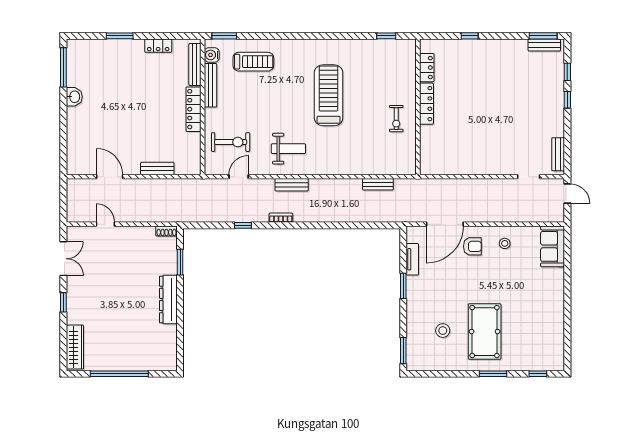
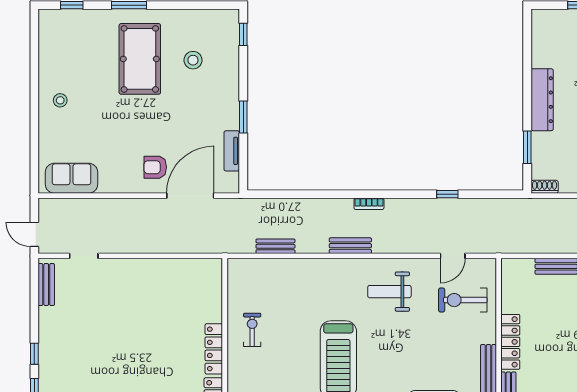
bench: (292, 185) -> (350, 246), moved
bookcase: (281, 218) -> (369, 204), moved
stool: (505, 243) -> (60, 100), moved
sofa: (553, 246) -> (71, 178), moved, turned -90
window: (403, 351) -> (243, 34), width x0.67

